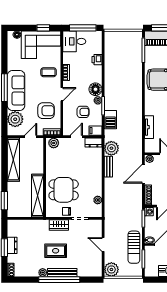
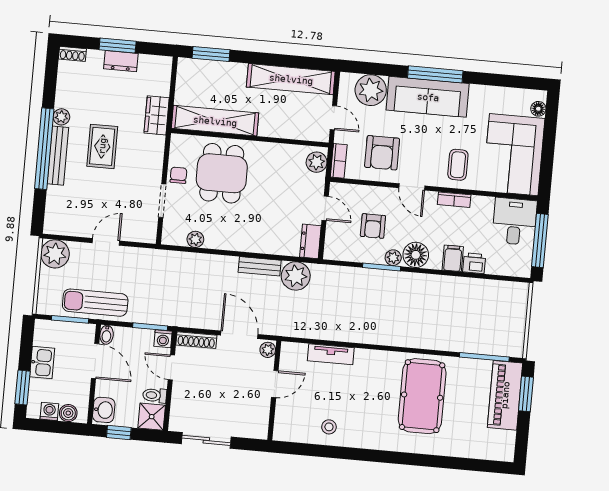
window: (43, 28) -> (547, 162), removed
barbecue: (110, 120) -> (353, 279), removed
filing cabinet: (96, 131) -> (453, 258), moved
wardrobe: (59, 225) -> (157, 115), moved

